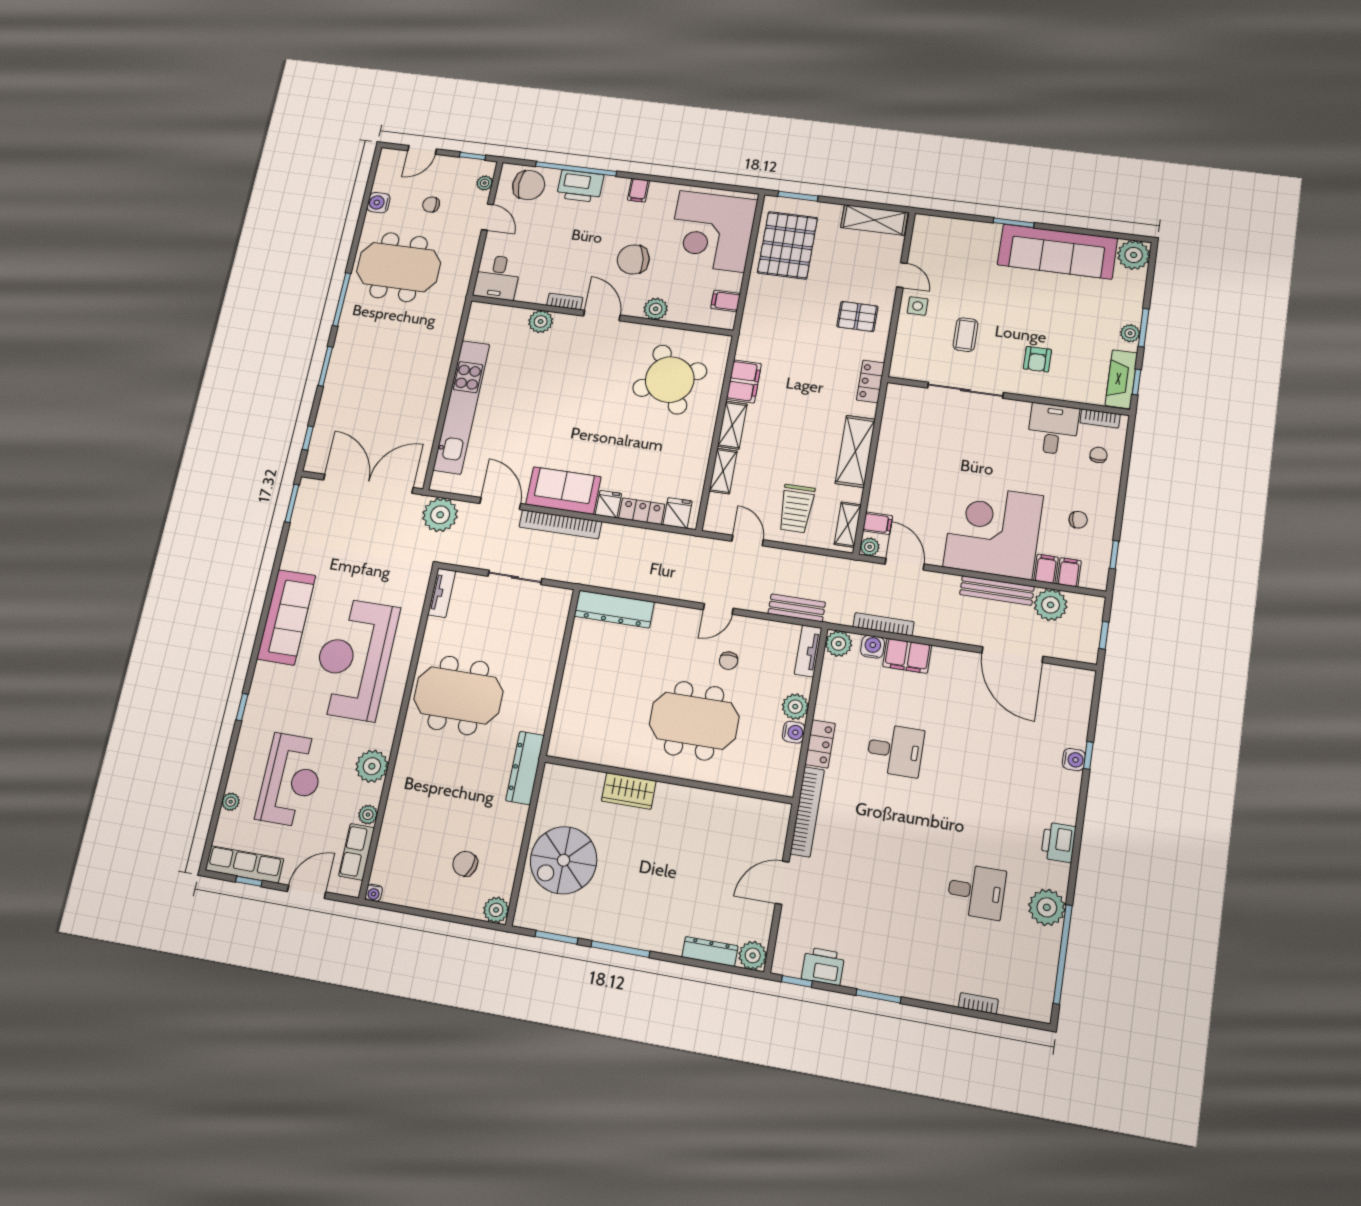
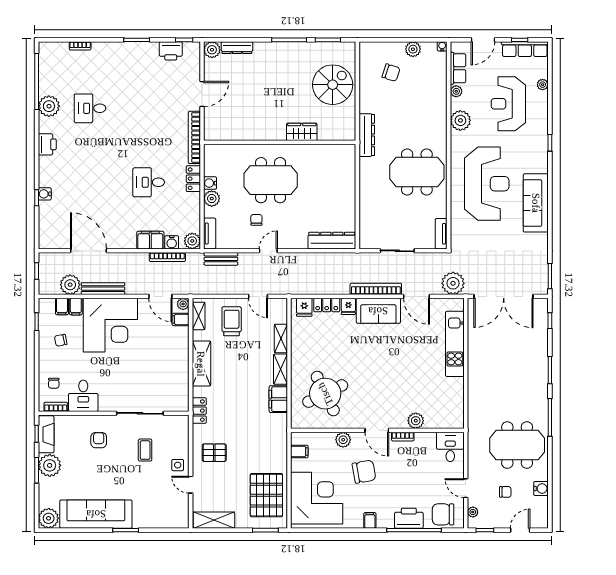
plant: (1130, 333) -> (50, 465), width x1.87, depth x1.87
kitchen unit: (461, 407) -> (455, 344), width x0.73
plant: (496, 910) -> (413, 49), moved

